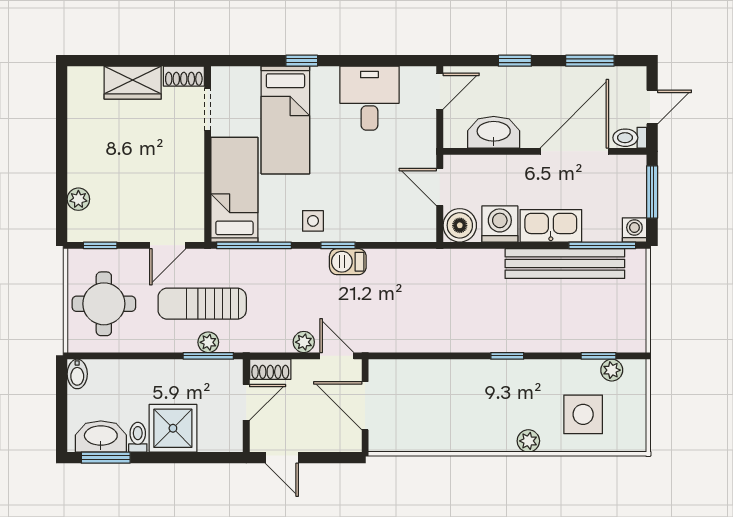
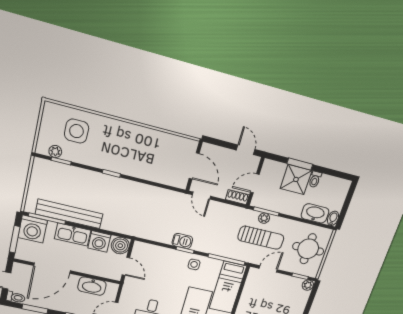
toilet: (630, 138) -> (16, 297), moved
plant: (78, 199) -> (308, 285), moved
washing machine: (634, 230) -> (33, 229), width x1.89, depth x1.89
plant: (304, 342) -> (216, 207), removed
washbasin: (101, 436) -> (315, 213), moved, turned 180
plant: (528, 441) -> (111, 124), removed
window: (106, 458) -> (300, 164), moved

